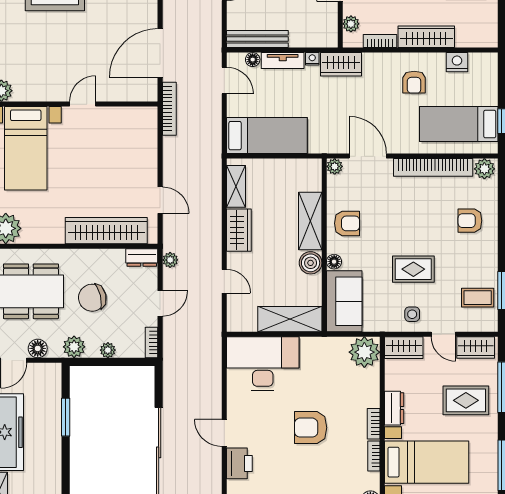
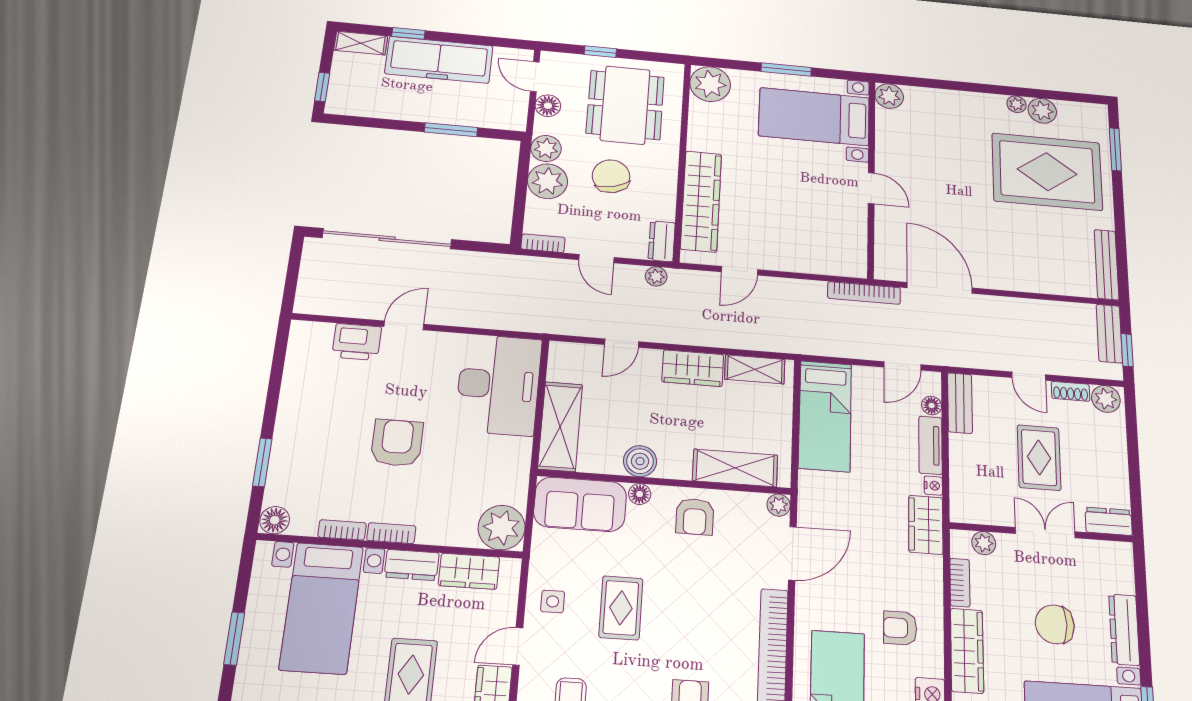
bench: (257, 39) -> (960, 403), width x0.73
shelving: (310, 221) -> (735, 468), moved
wardrobe: (404, 348) -> (469, 571), moved, turned -90
plant: (108, 350) -> (548, 181), width x1.88, depth x1.88

